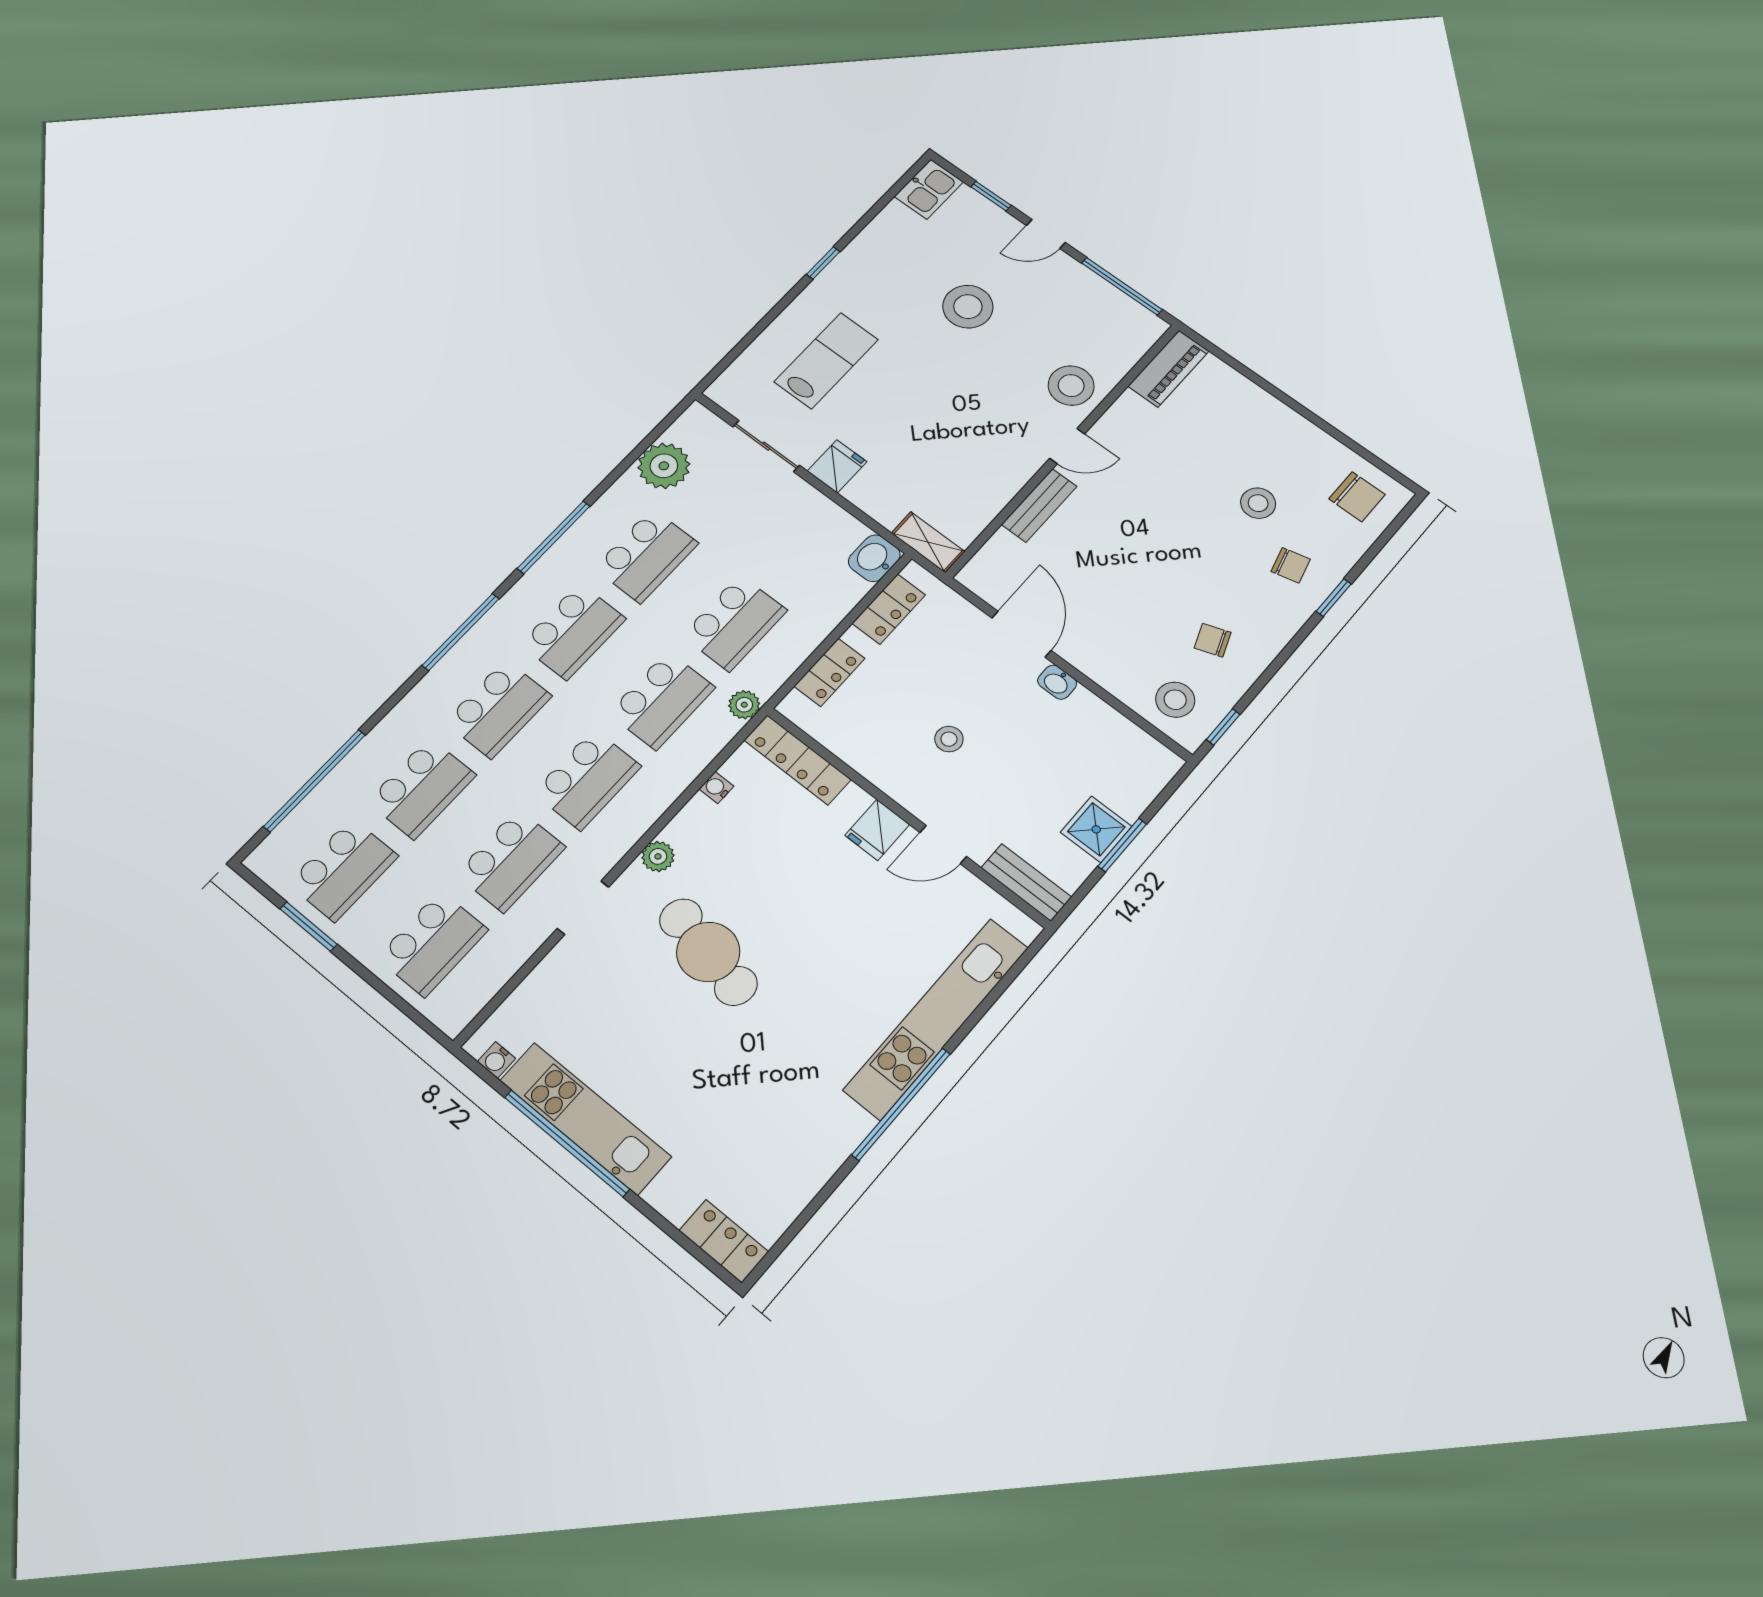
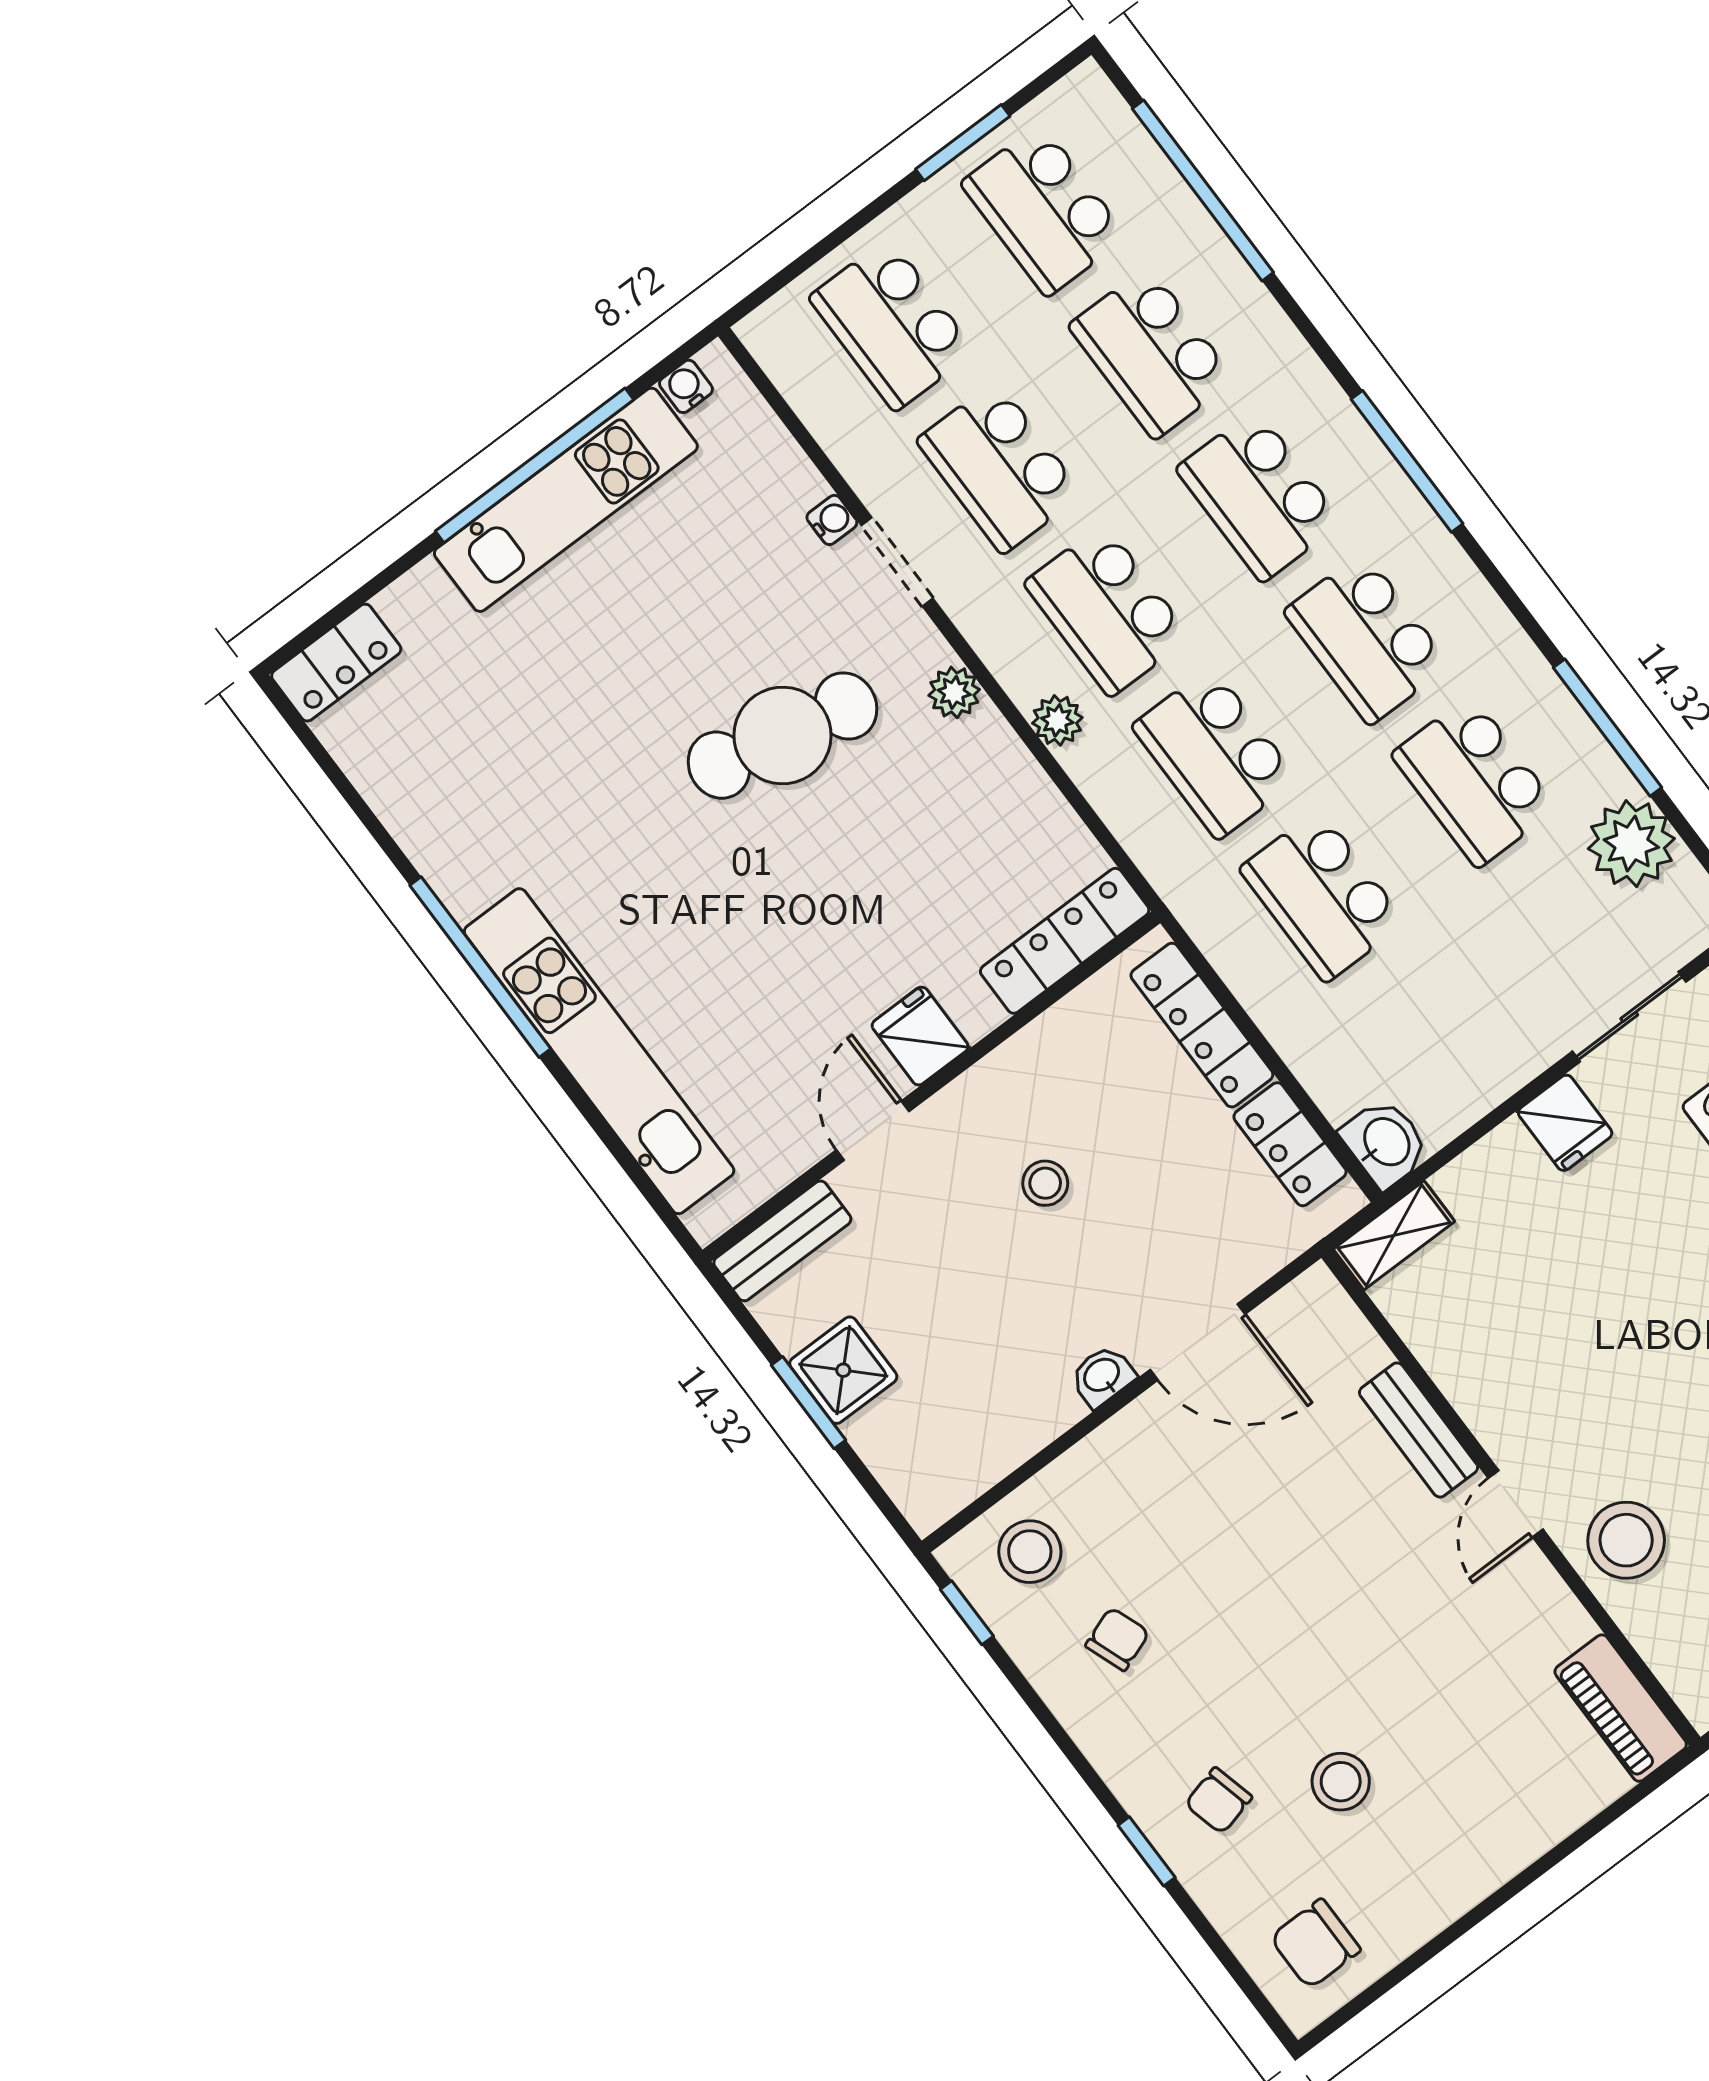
window: (554, 537) -> (1608, 728), moved
locker: (830, 672) -> (1202, 1025), width x1.53
plant: (744, 705) -> (1057, 720), moved
water cooler: (716, 788) -> (832, 520), moved

